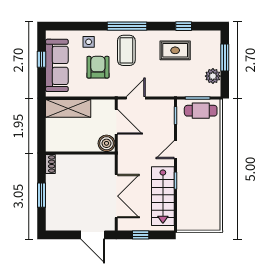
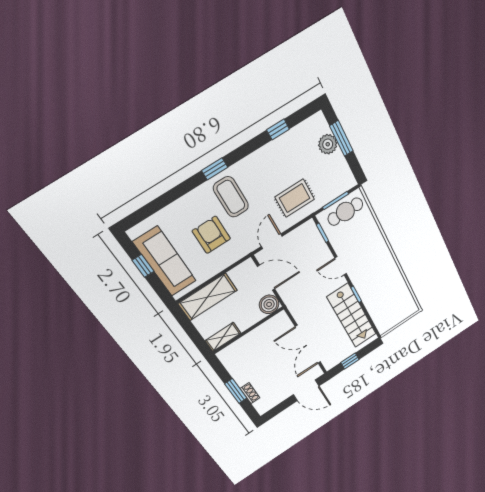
window: (127, 26) -> (215, 169), width x0.46
side table: (89, 42) -> (183, 214), removed
rug: (175, 50) -> (295, 198), moved
plant: (213, 76) -> (328, 144), moved
shelving: (60, 145) -> (223, 337), added
door: (175, 150) -> (341, 266), hinge flipped
shoe rack: (50, 164) -> (250, 393), moved
double door: (116, 196) -> (308, 344), swing flipped

